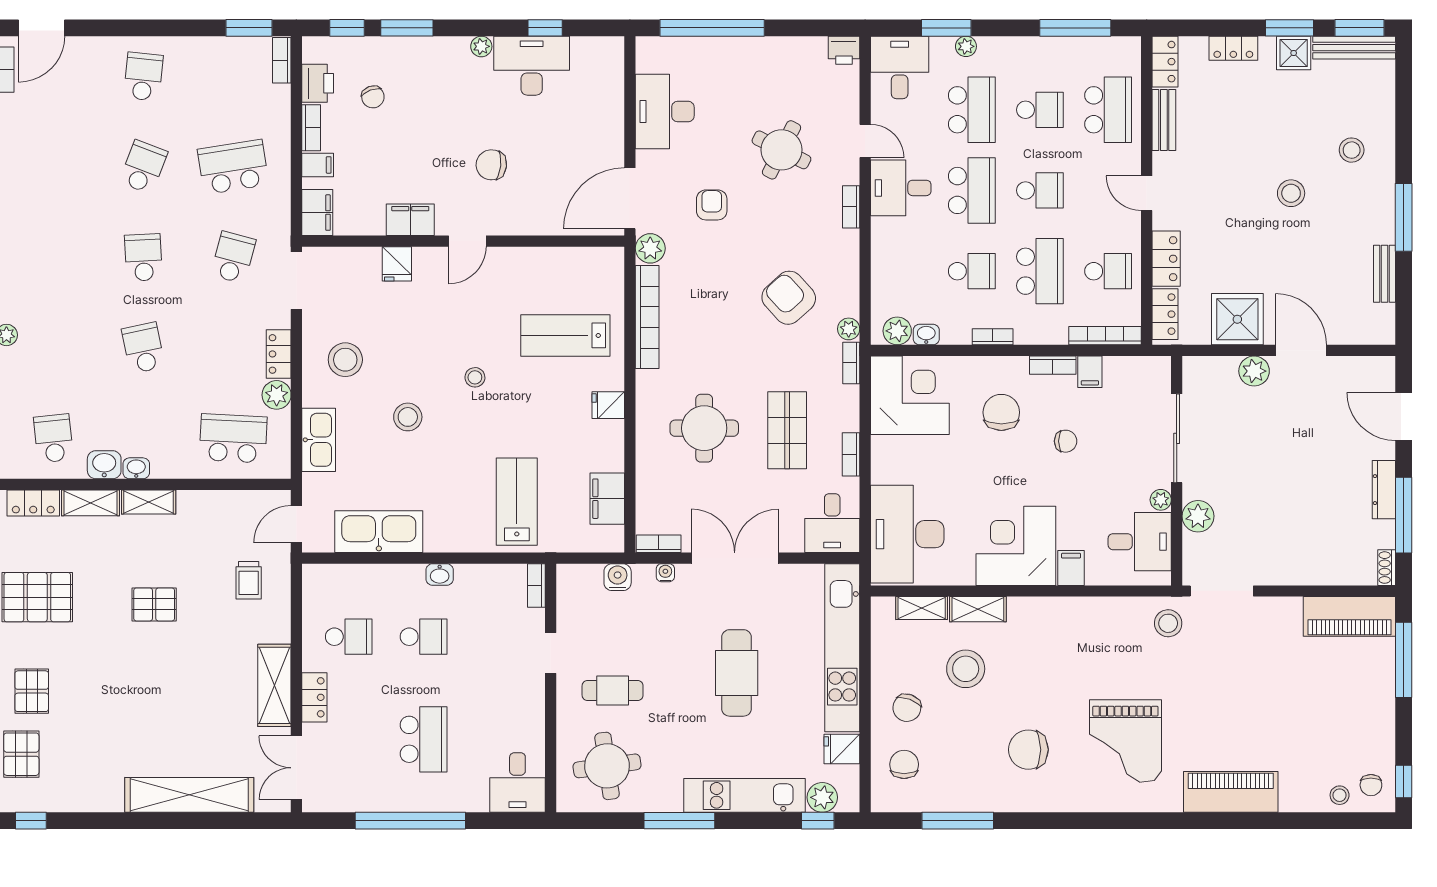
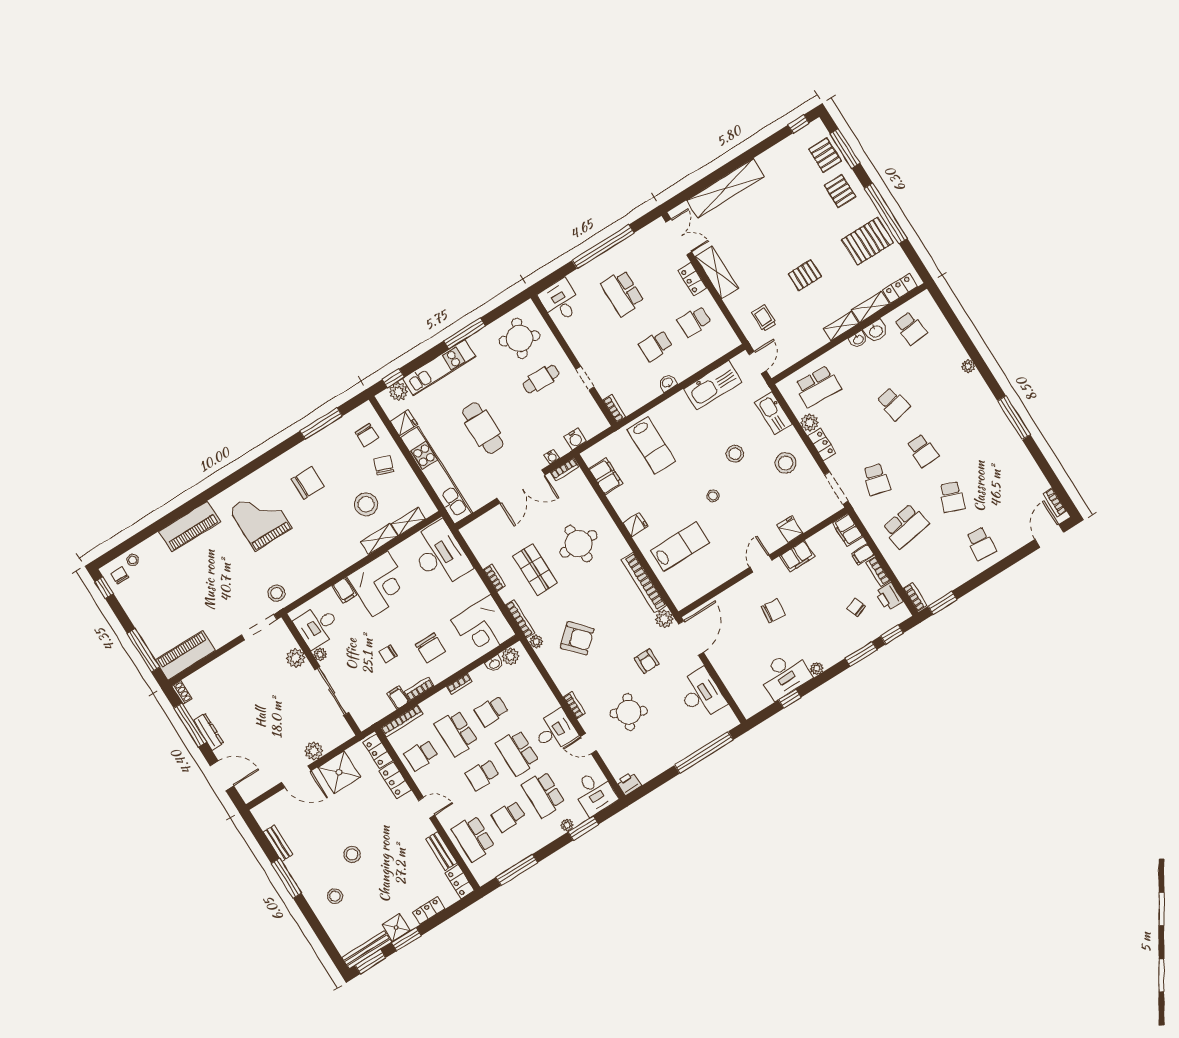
bookcase: (851, 363) -> (520, 619), width x1.56
desk: (832, 523) -> (482, 536), removed
round table: (607, 766) -> (519, 338), turned 30

